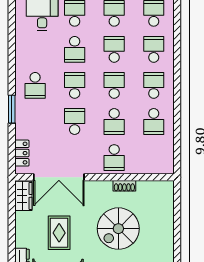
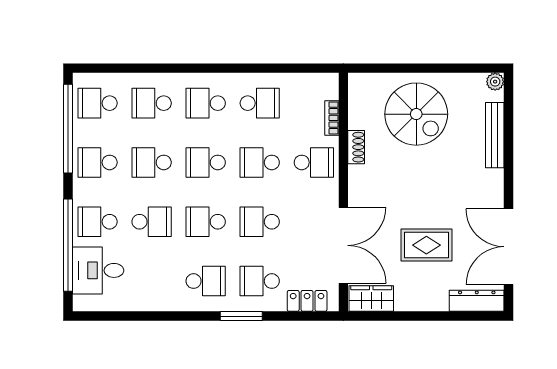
school desk: (35, 121) -> (260, 281), added
school desk: (114, 121) -> (260, 162), turned 180
bookcase: (144, 170) -> (332, 118), added
spiral stairs: (118, 229) -> (416, 114), moved

